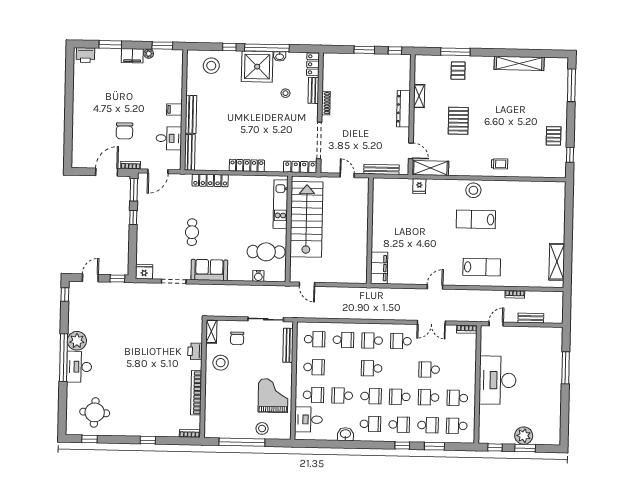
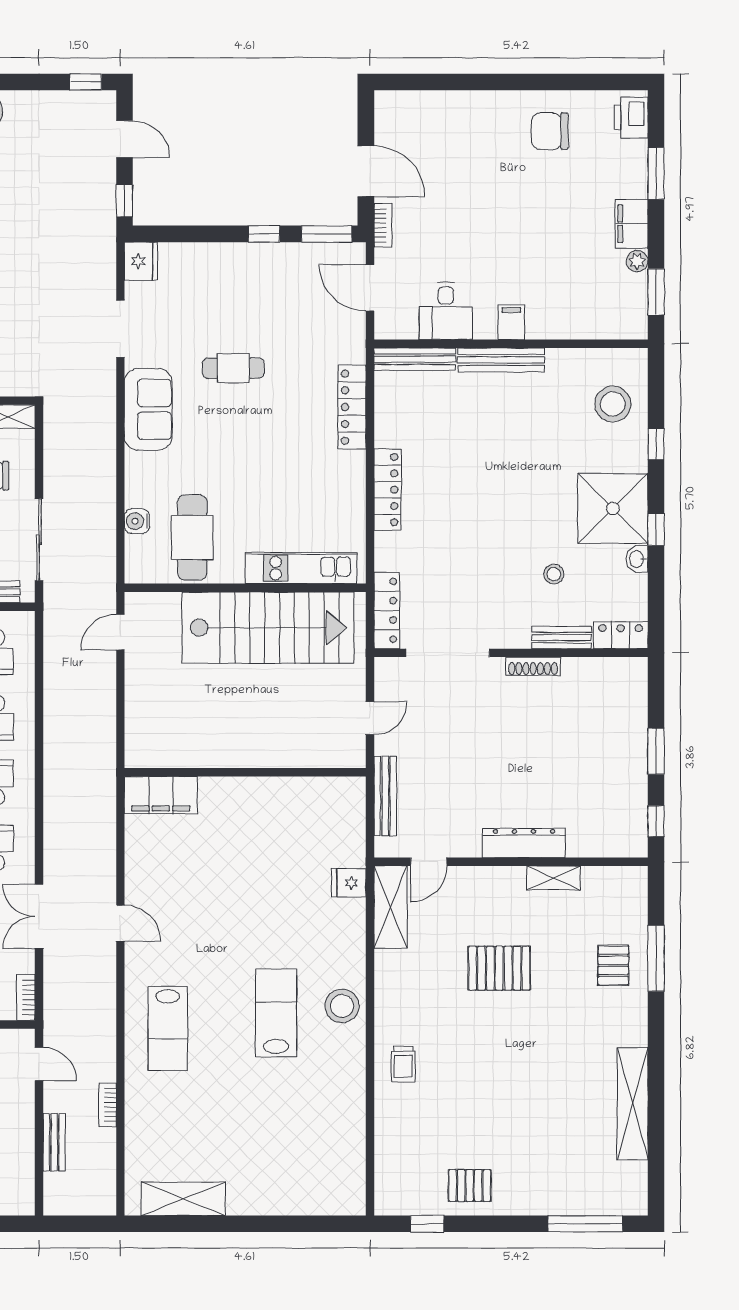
window: (267, 48) -> (656, 530), width x0.32
pallet: (458, 71) -> (613, 965), turned 90
chair: (124, 131) -> (550, 131), moved

